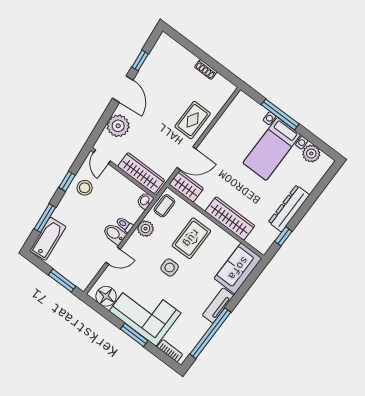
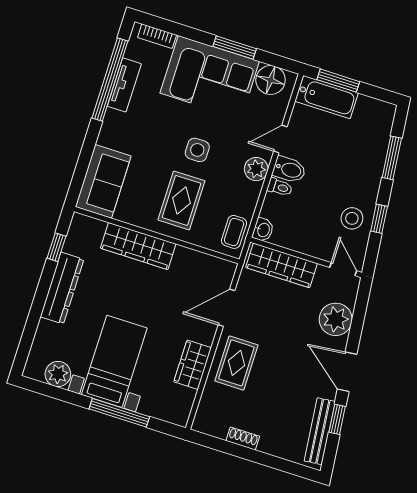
bench: (154, 57) -> (320, 431), added
wardrobe: (186, 186) -> (193, 365), moved, turned 90
plant: (145, 229) -> (256, 169), moved
bathtub: (48, 239) -> (327, 97), moved, turned -84
tv unit: (218, 305) -> (124, 85), moved
window: (134, 335) -> (235, 47), moved

